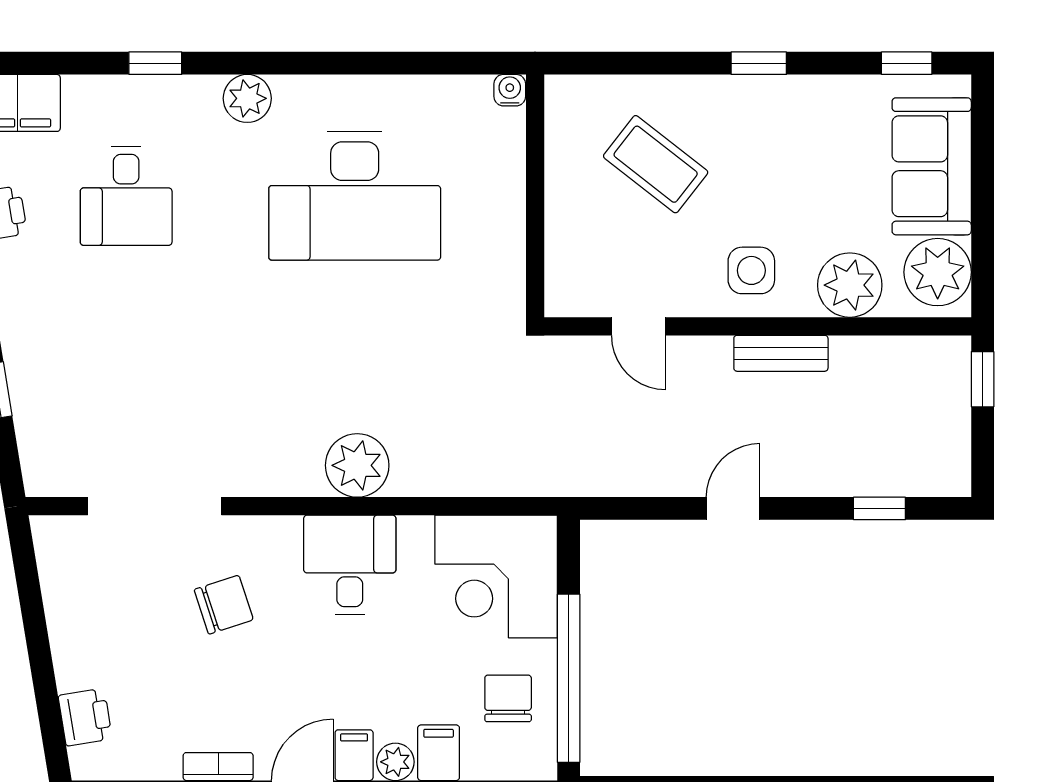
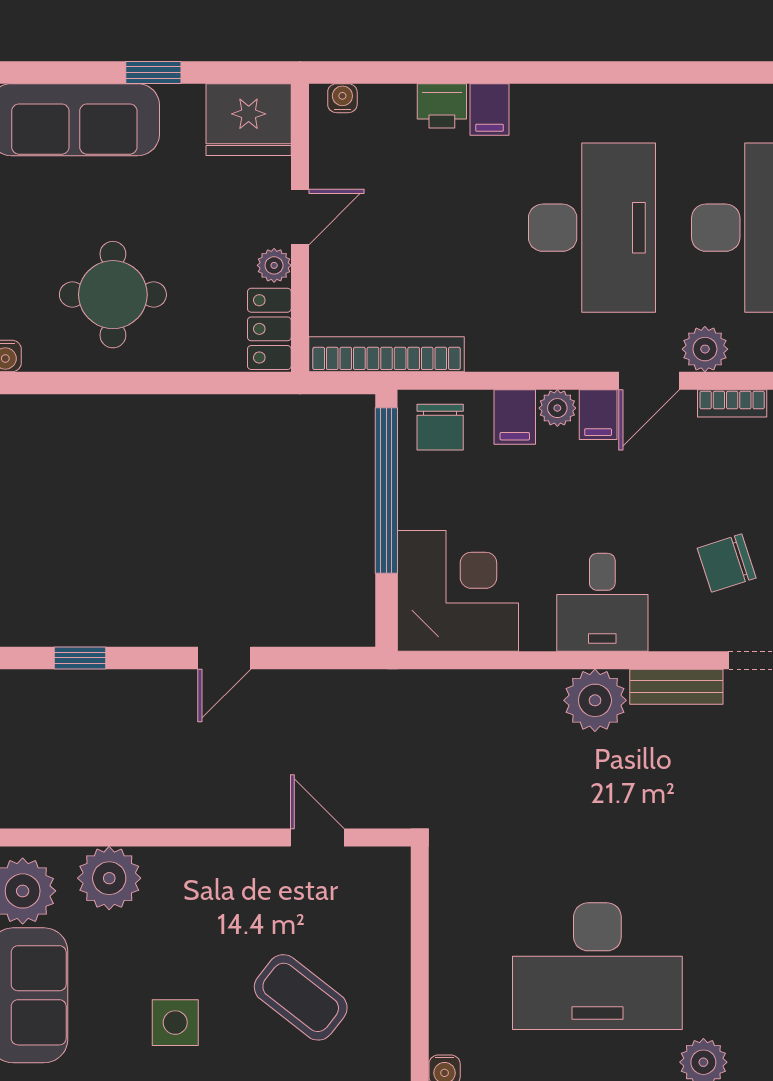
desk: (355, 196) -> (597, 966), turned 180
side table: (751, 270) -> (175, 1023), moved
bench: (781, 353) -> (676, 687), moved
chair: (508, 698) -> (440, 427), moved

